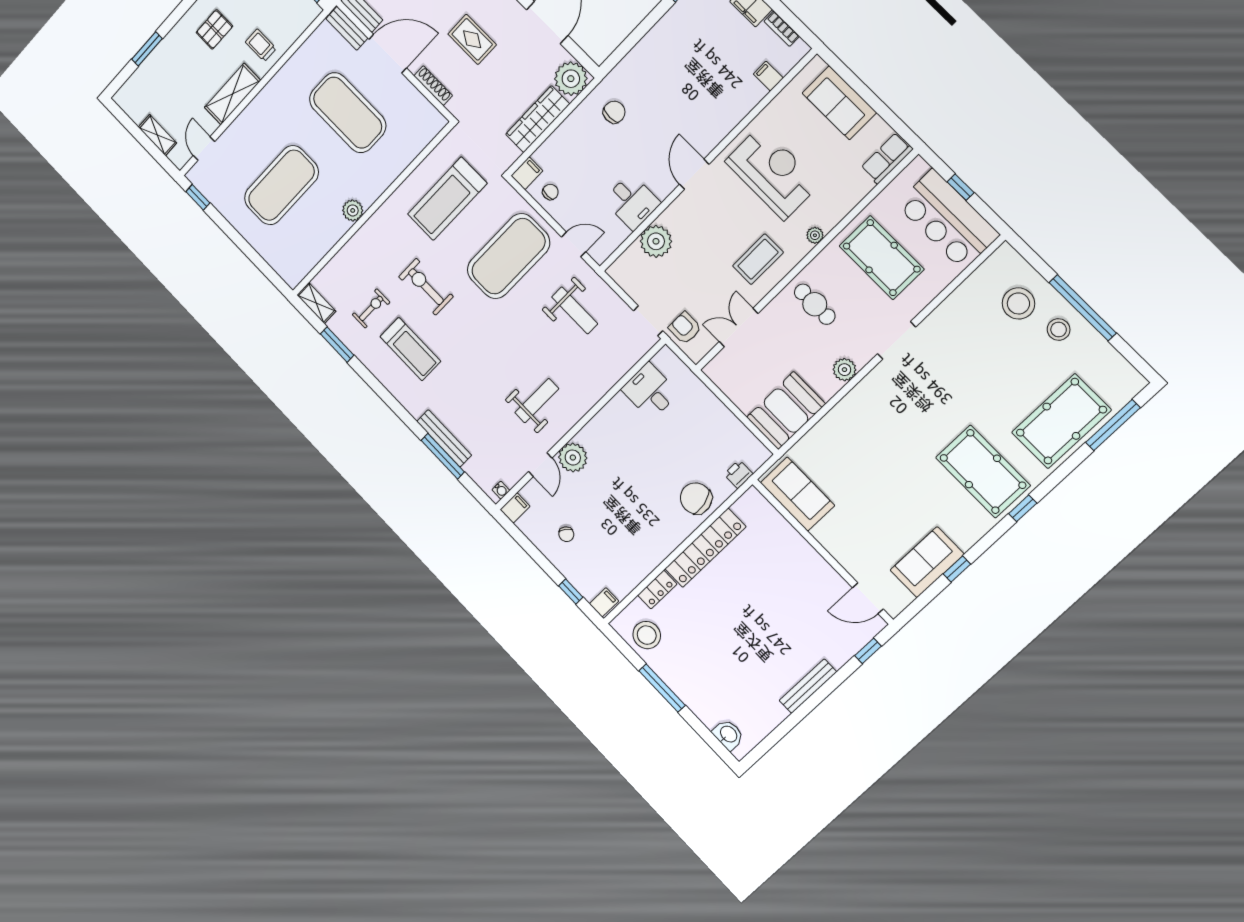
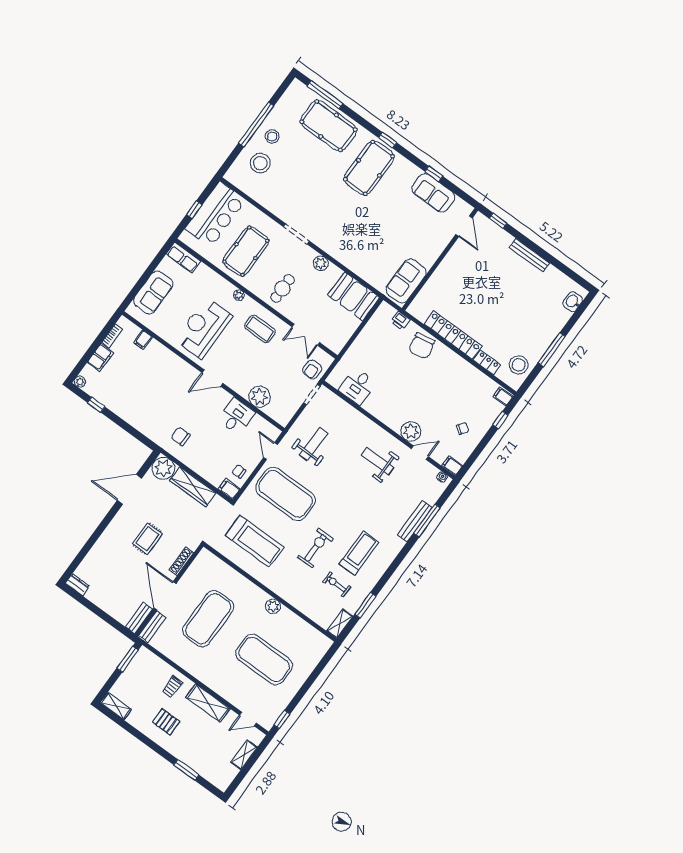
exercise bike: (426, 287) -> (315, 548), turned 180

